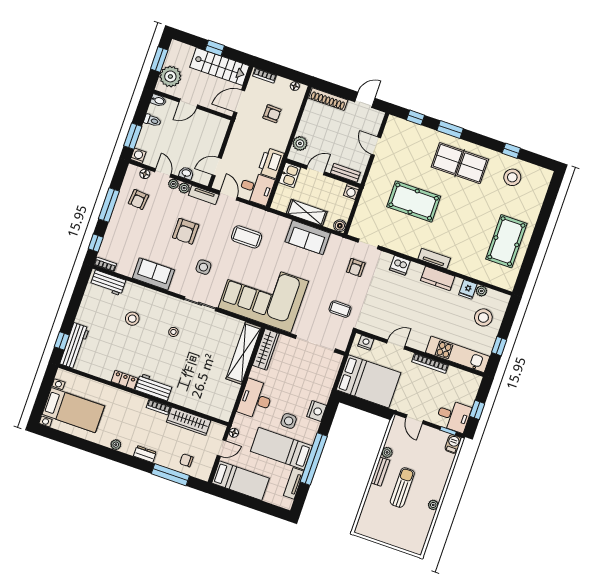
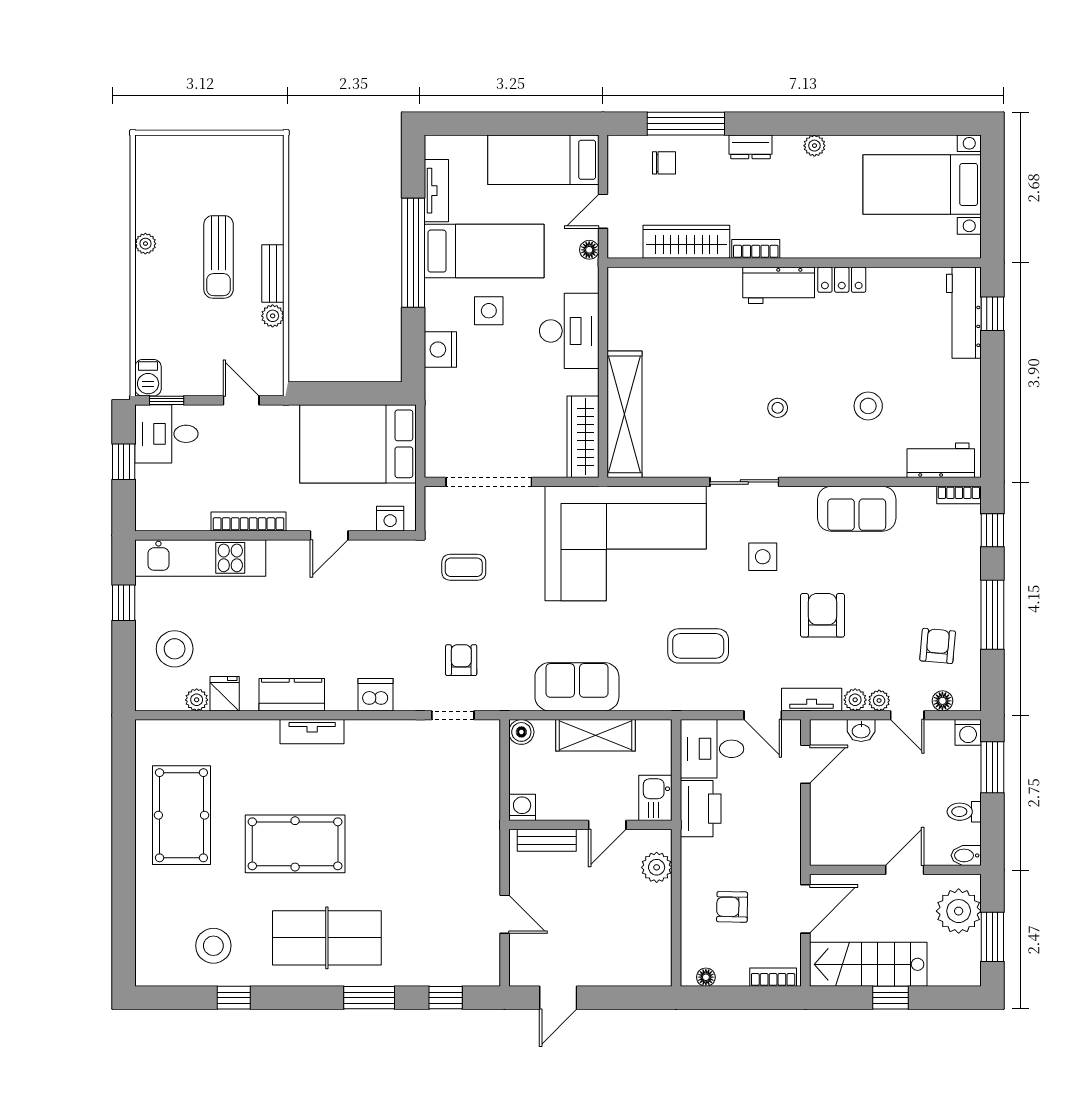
shoe rack: (328, 99) -> (631, 974), removed
pool table: (414, 202) -> (295, 844), moved

